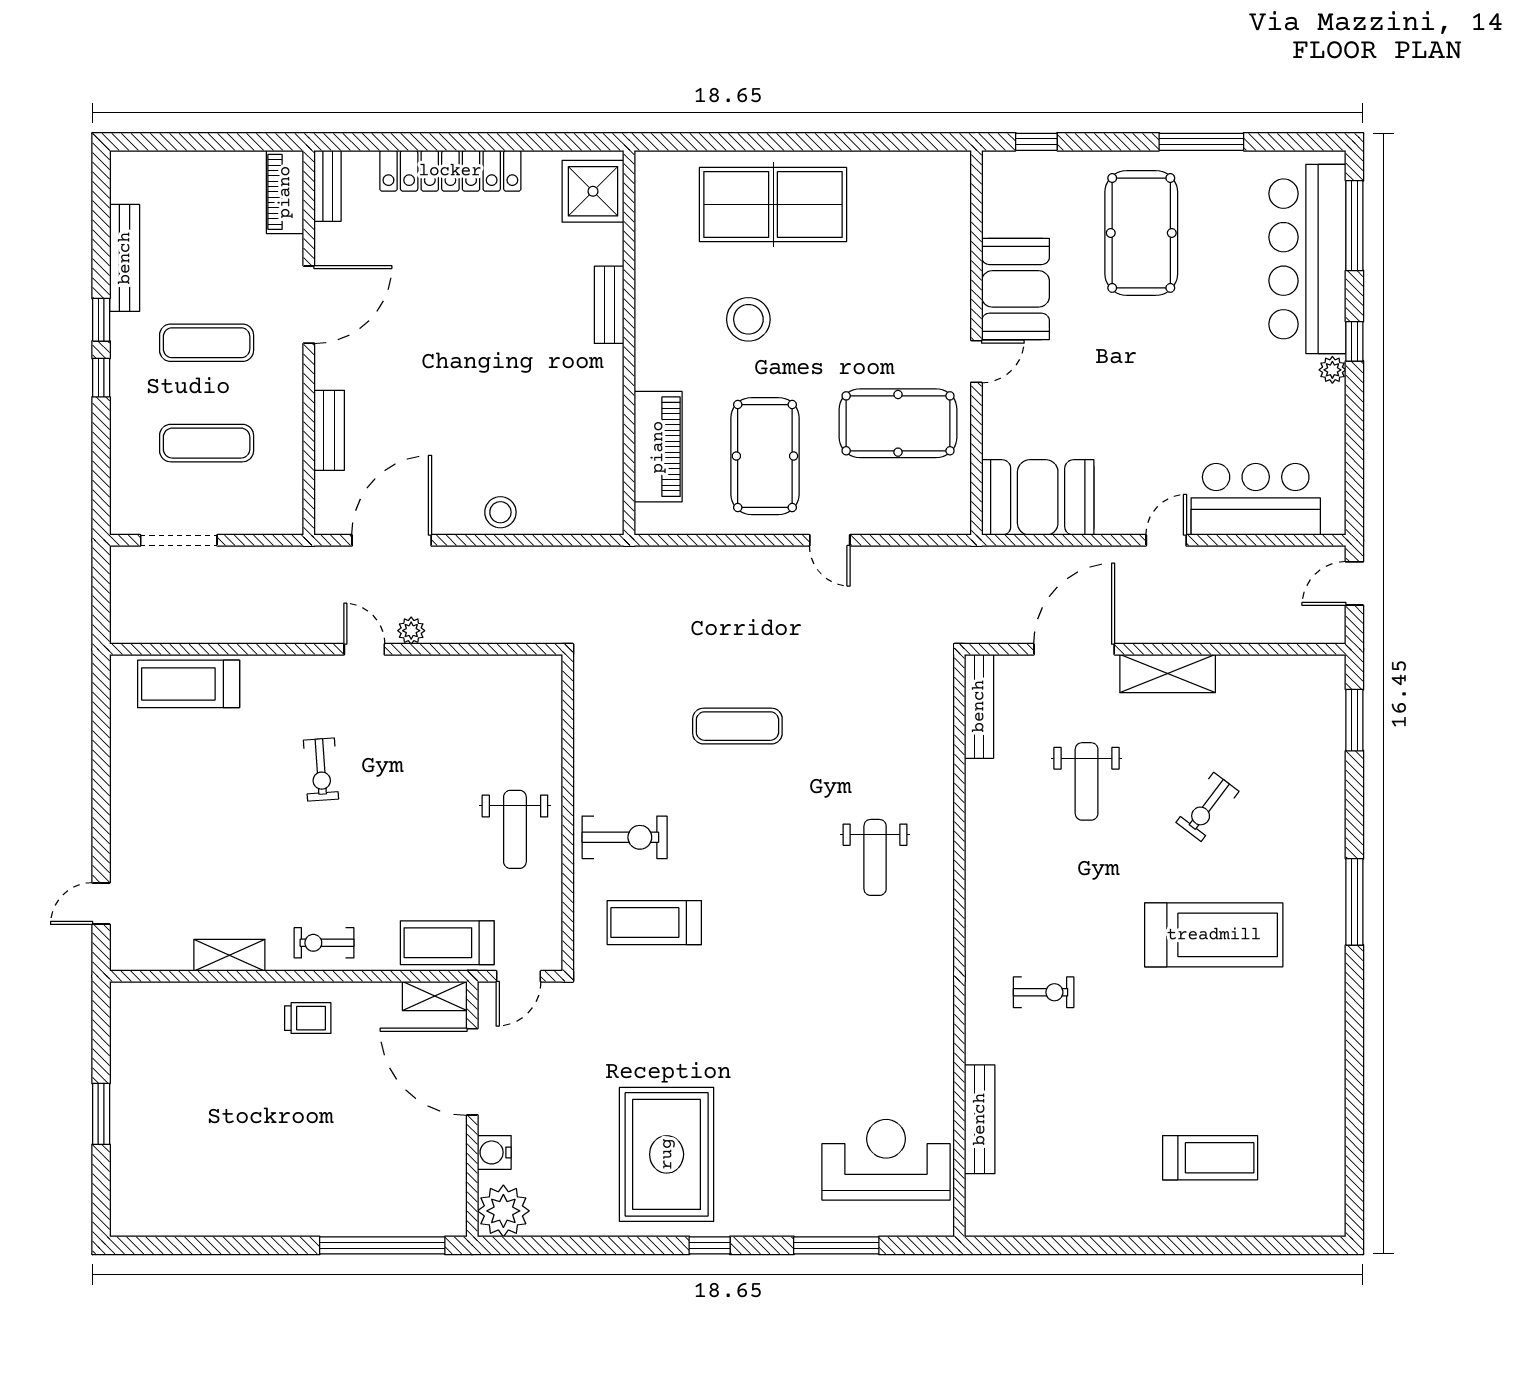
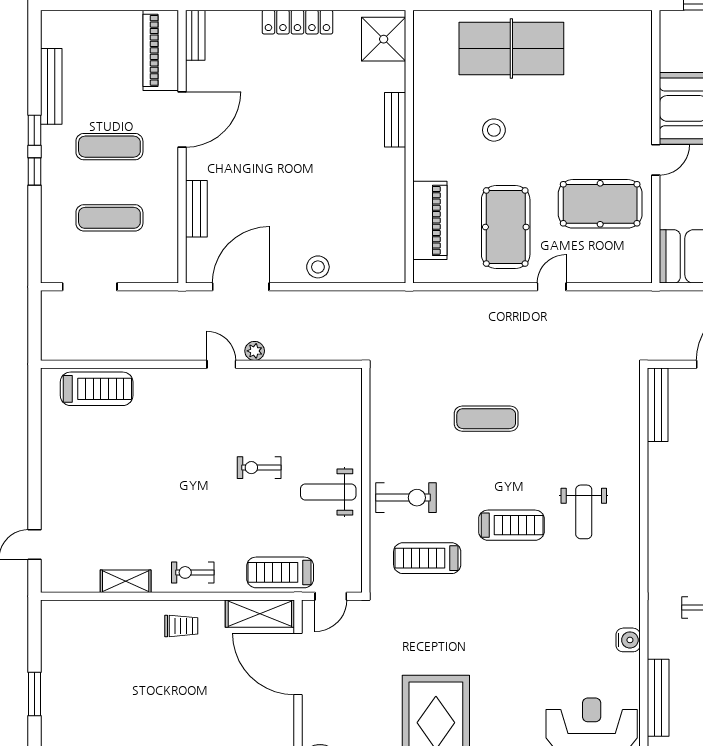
locker: (450, 171) -> (297, 22), width x0.71, depth x0.83
piano: (285, 192) -> (161, 50), width x1.37, depth x1.33
stool: (748, 319) -> (494, 130), width x0.73, depth x0.73
door: (830, 540) -> (552, 287), swing flipped
treadmill: (189, 684) -> (97, 389), turned 180
exercise bike: (321, 770) -> (259, 468), moved, turned 94
weight bench: (515, 829) -> (328, 492), turned 90
treadmill: (773, 876) -> (511, 525), added
shelving: (435, 996) -> (260, 614), width x1.50, depth x1.33
water cooler: (494, 1152) -> (628, 640), moved, turned 180

